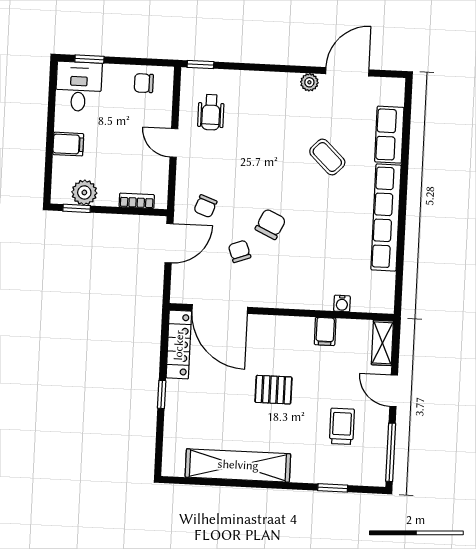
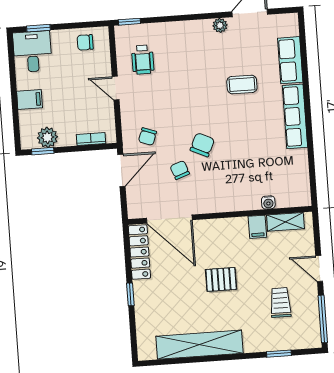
coffee table: (327, 157) -> (242, 85), turned -44
row of seats: (386, 217) -> (295, 116), width x0.73
shelving: (382, 343) -> (285, 222), moved, turned 90

